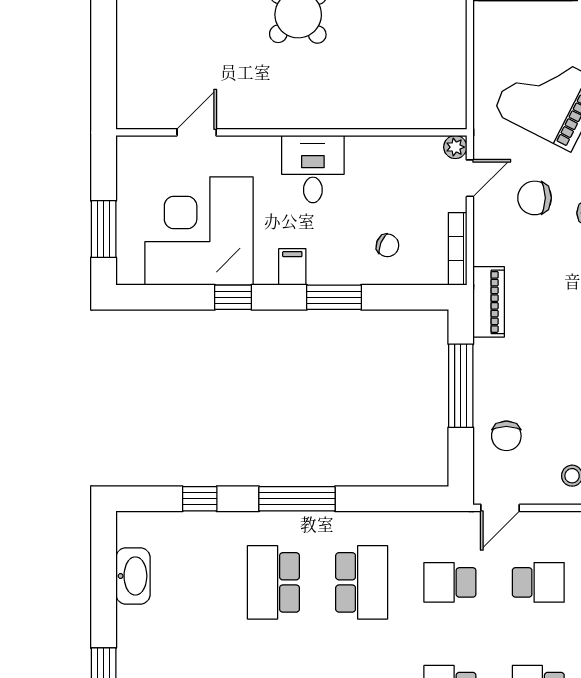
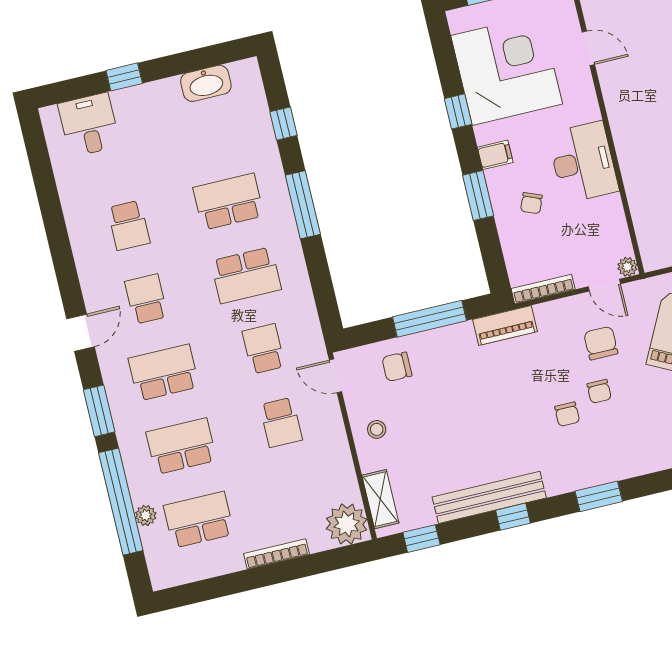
desk: (313, 169) -> (583, 162), width x1.37
chair: (387, 245) -> (531, 203), moved

